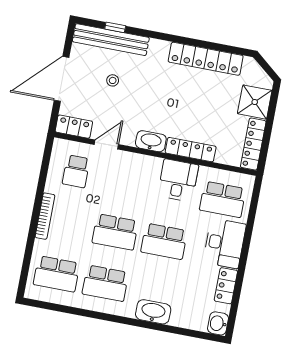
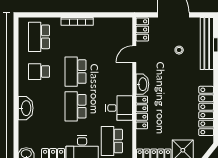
door: (106, 145) -> (134, 54), swing flipped
school desk: (76, 171) -> (112, 37), removed
school desk: (105, 283) -> (39, 72), width x0.54

